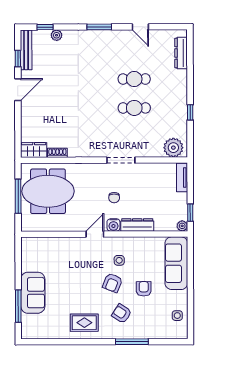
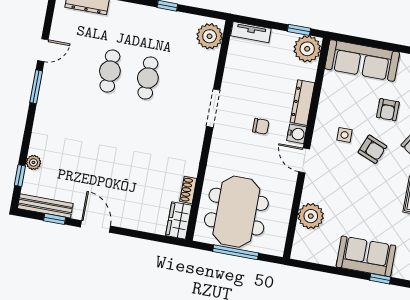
window: (99, 27) -> (36, 87), moved
plant: (182, 226) -> (307, 49), width x1.88, depth x1.88
plant: (55, 247) -> (311, 216), added
armchair: (144, 289) -> (388, 110), turned -90
window: (18, 306) -> (380, 279), width x0.46

